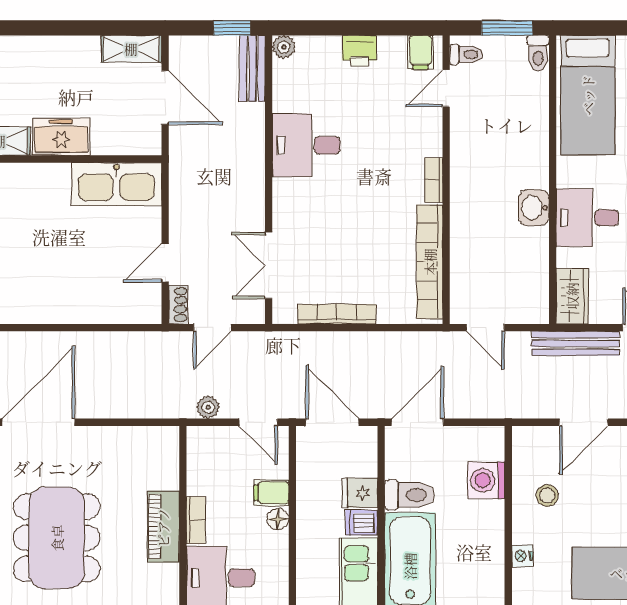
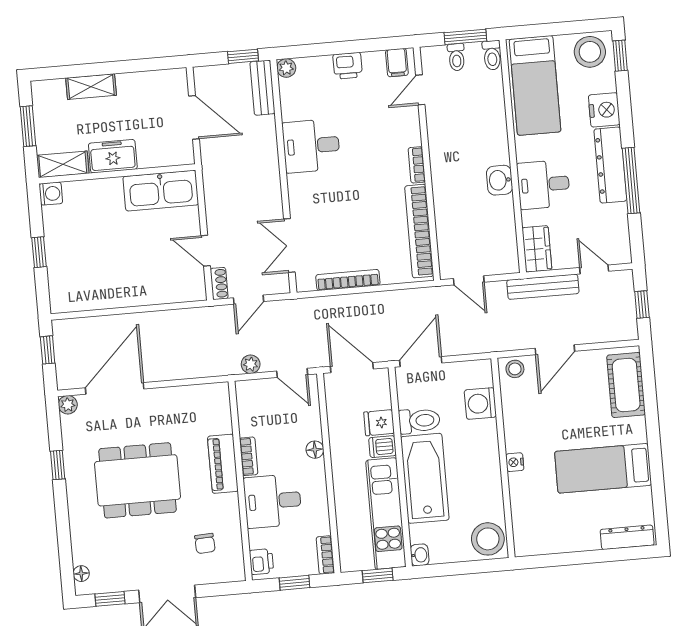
shelving: (131, 49) -> (91, 87), moved
toilet: (466, 54) -> (456, 57), moved, turned 90
door: (165, 263) -> (206, 251), hinge flipped
filing cabinet: (271, 493) -> (308, 429), removed
stool: (547, 496) -> (515, 369), moved
dining table: (57, 538) -> (138, 480), turned 90

